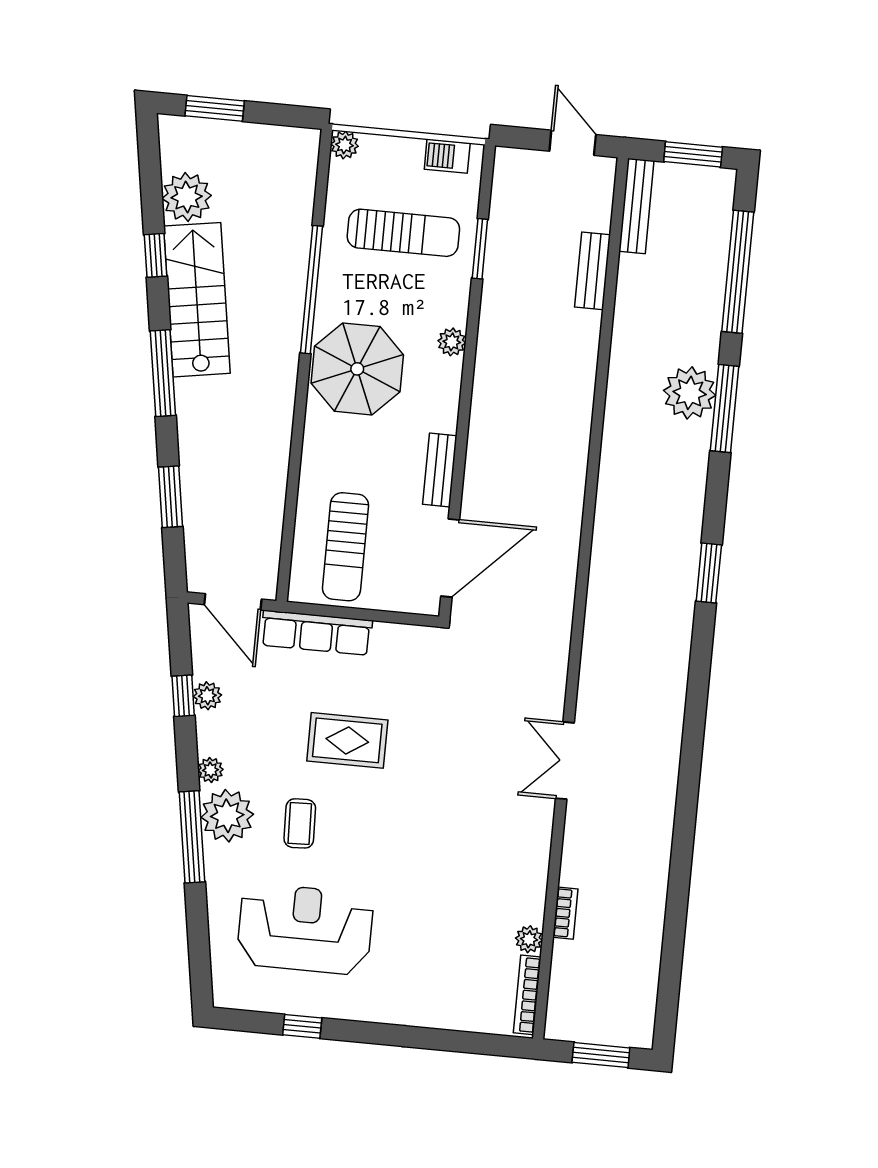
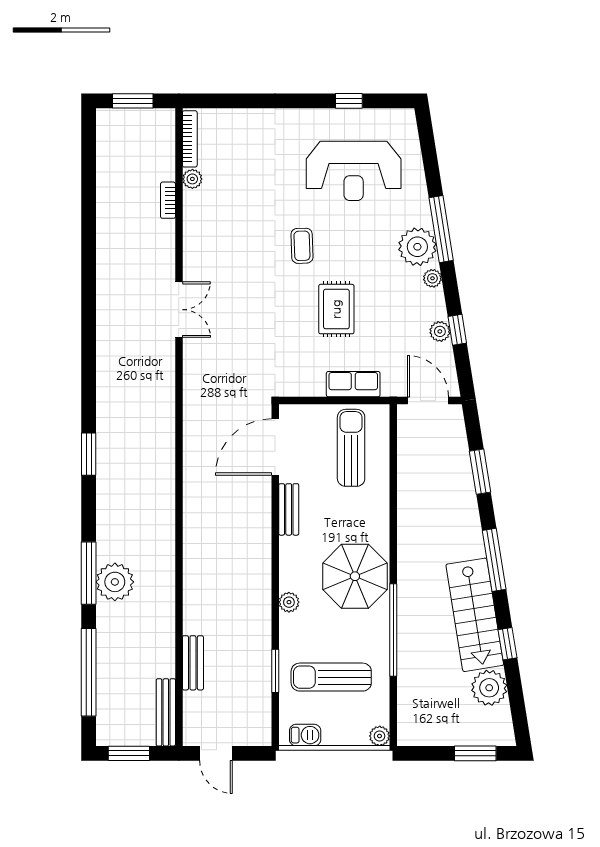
row of seats: (316, 633) -> (353, 384), width x0.68
rug: (347, 740) -> (336, 309), turned 90
coffee table: (300, 823) -> (302, 246), moved

